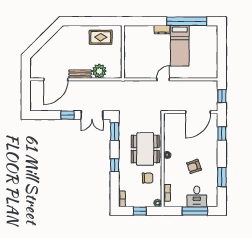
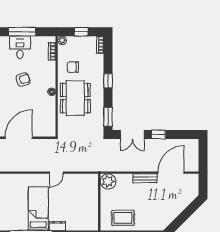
plant: (99, 71) -> (108, 181), moved
double door: (92, 115) -> (132, 134), swing flipped

